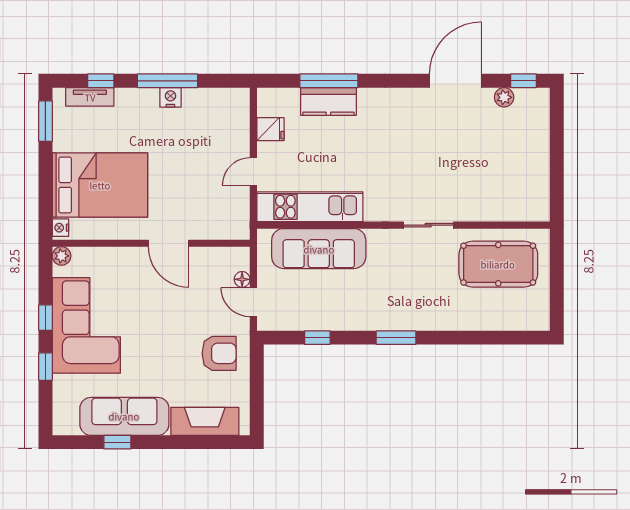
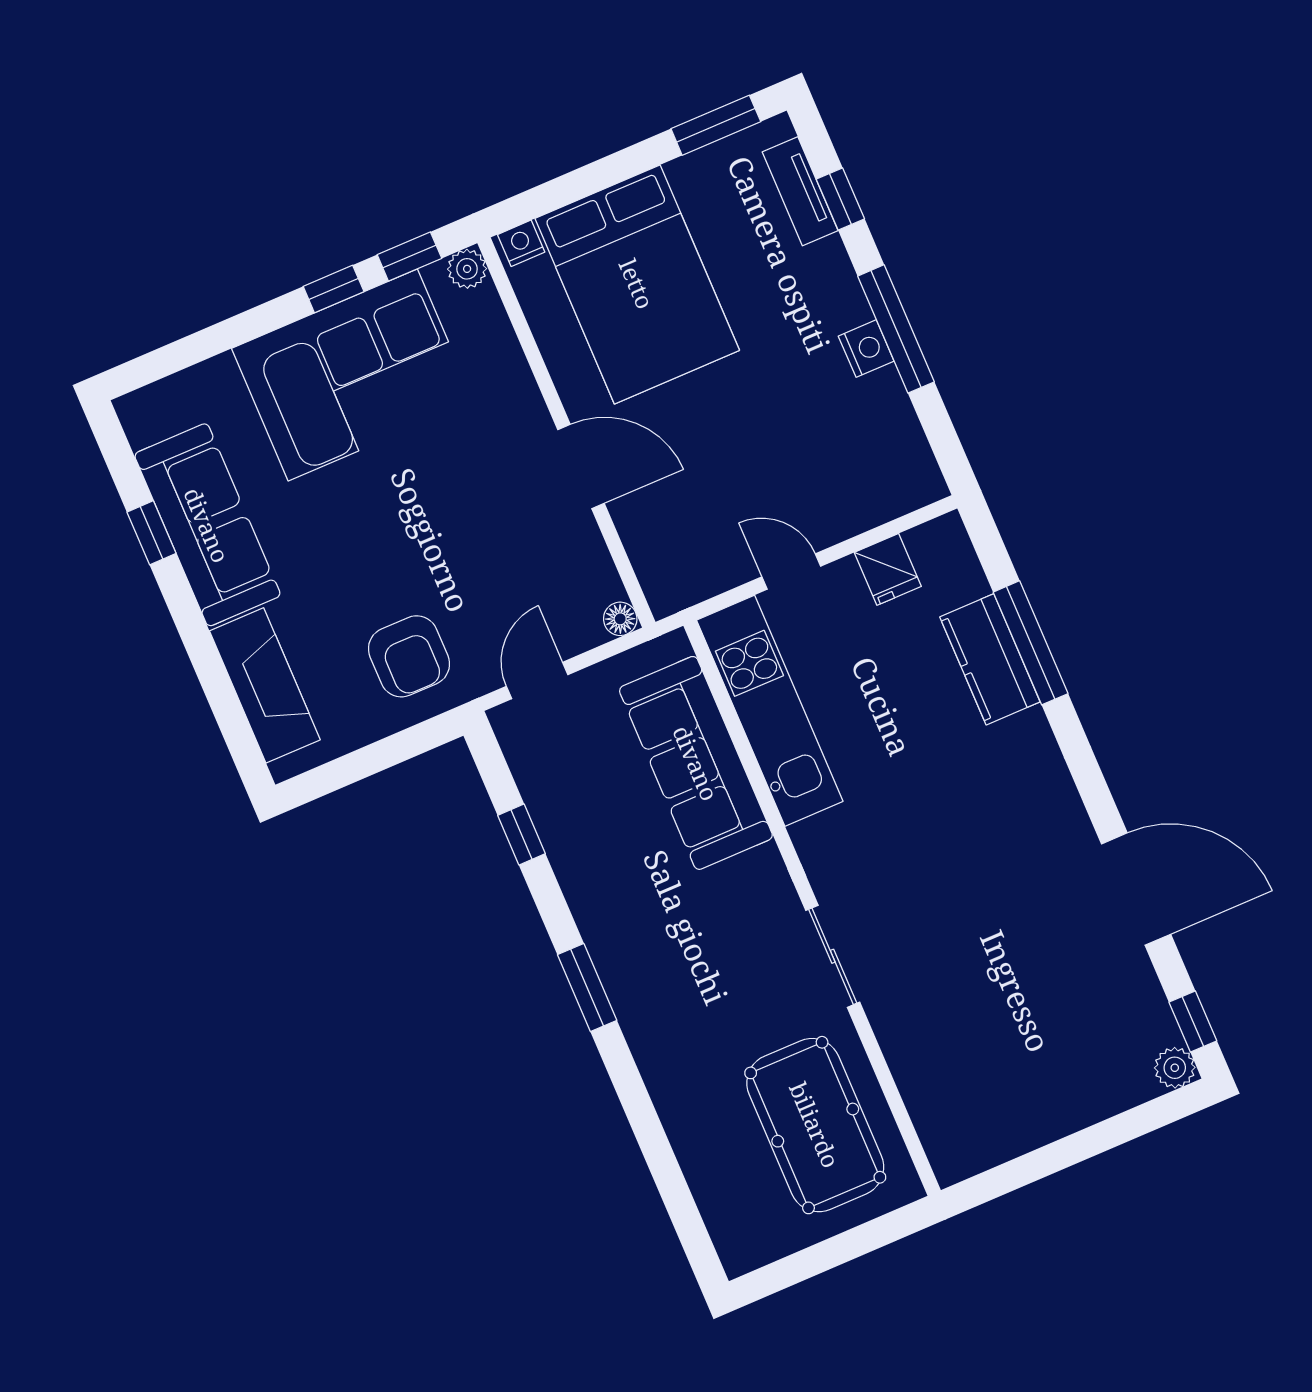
plant: (504, 97) -> (1175, 1068), moved
door: (169, 243) -> (581, 467), swing flipped
floor lamp: (242, 279) -> (620, 619), moved
window: (45, 367) -> (409, 256), moved

